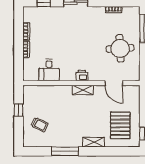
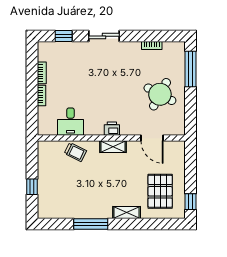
round table: (120, 48) -> (160, 94), turned 31
window: (19, 110) -> (32, 187), moved
trolley: (40, 125) -> (75, 152), moved

